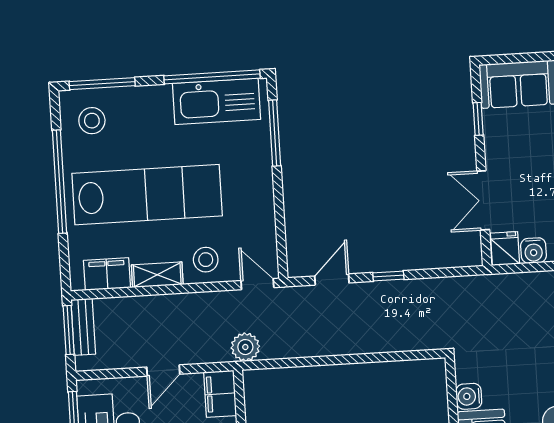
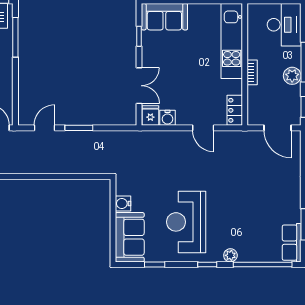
double door: (483, 200) -> (139, 86), swing flipped
window: (388, 276) -> (79, 128), width x1.50

